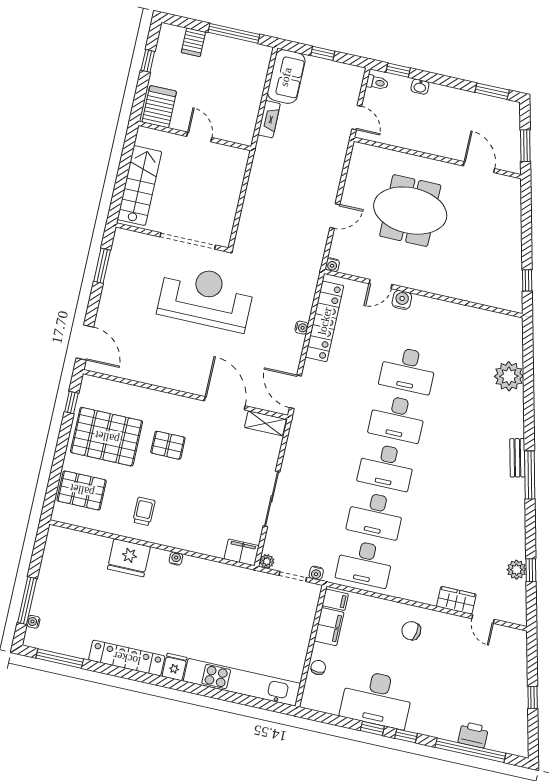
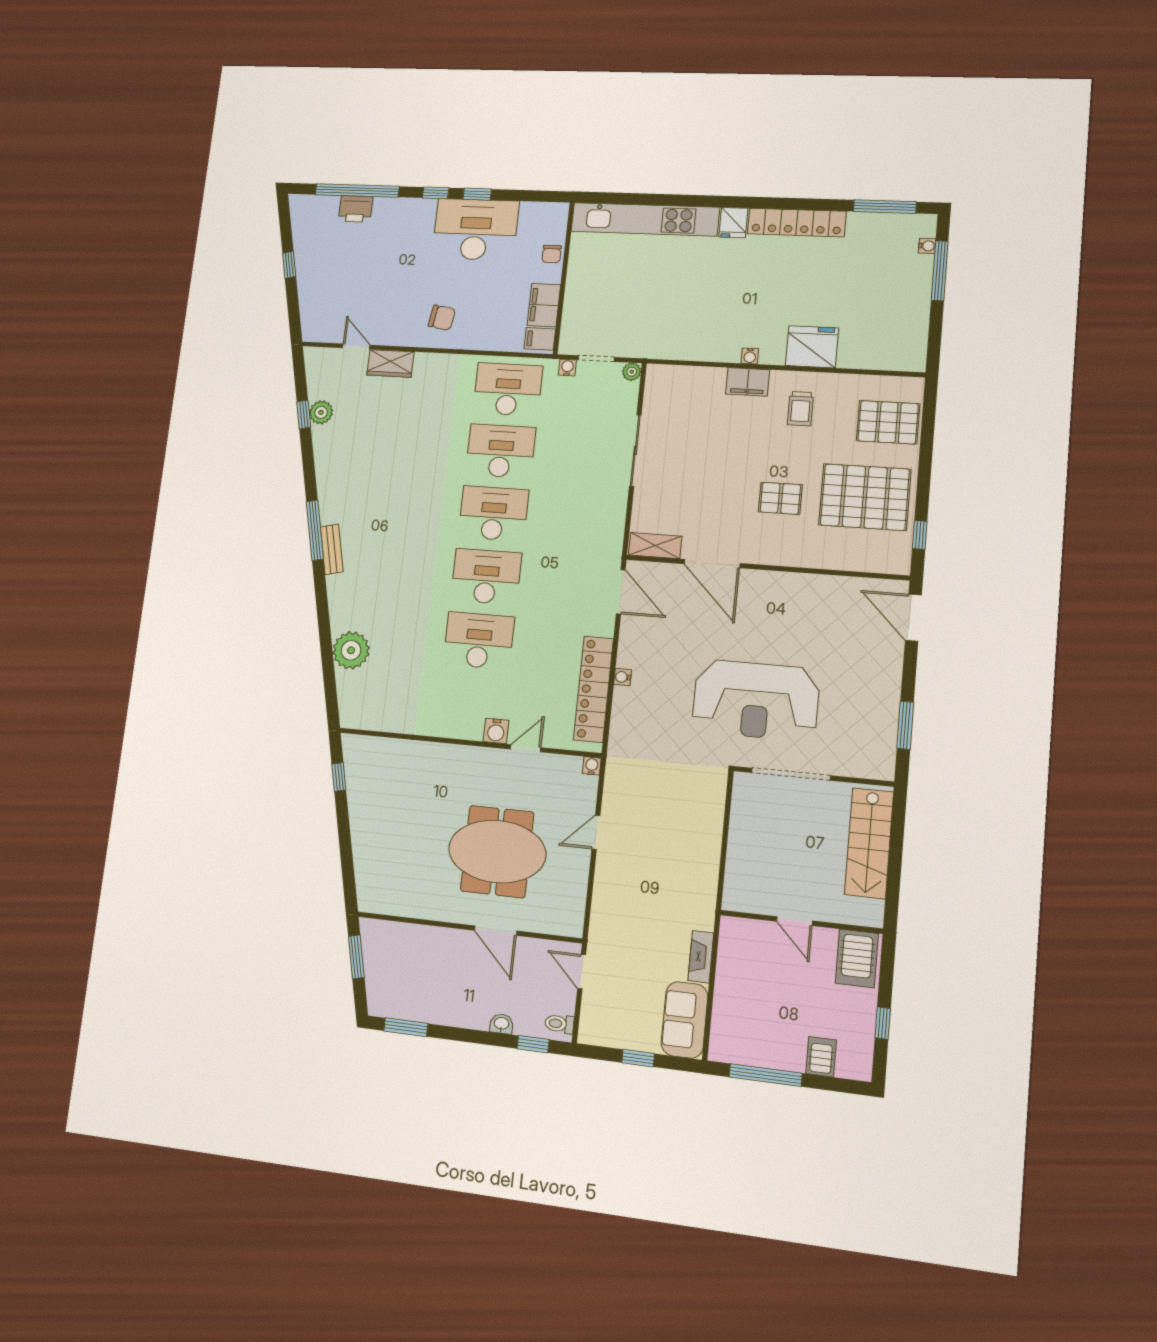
door: (479, 167) -> (496, 931), moved
filing cabinet: (242, 552) -> (748, 382), moved

